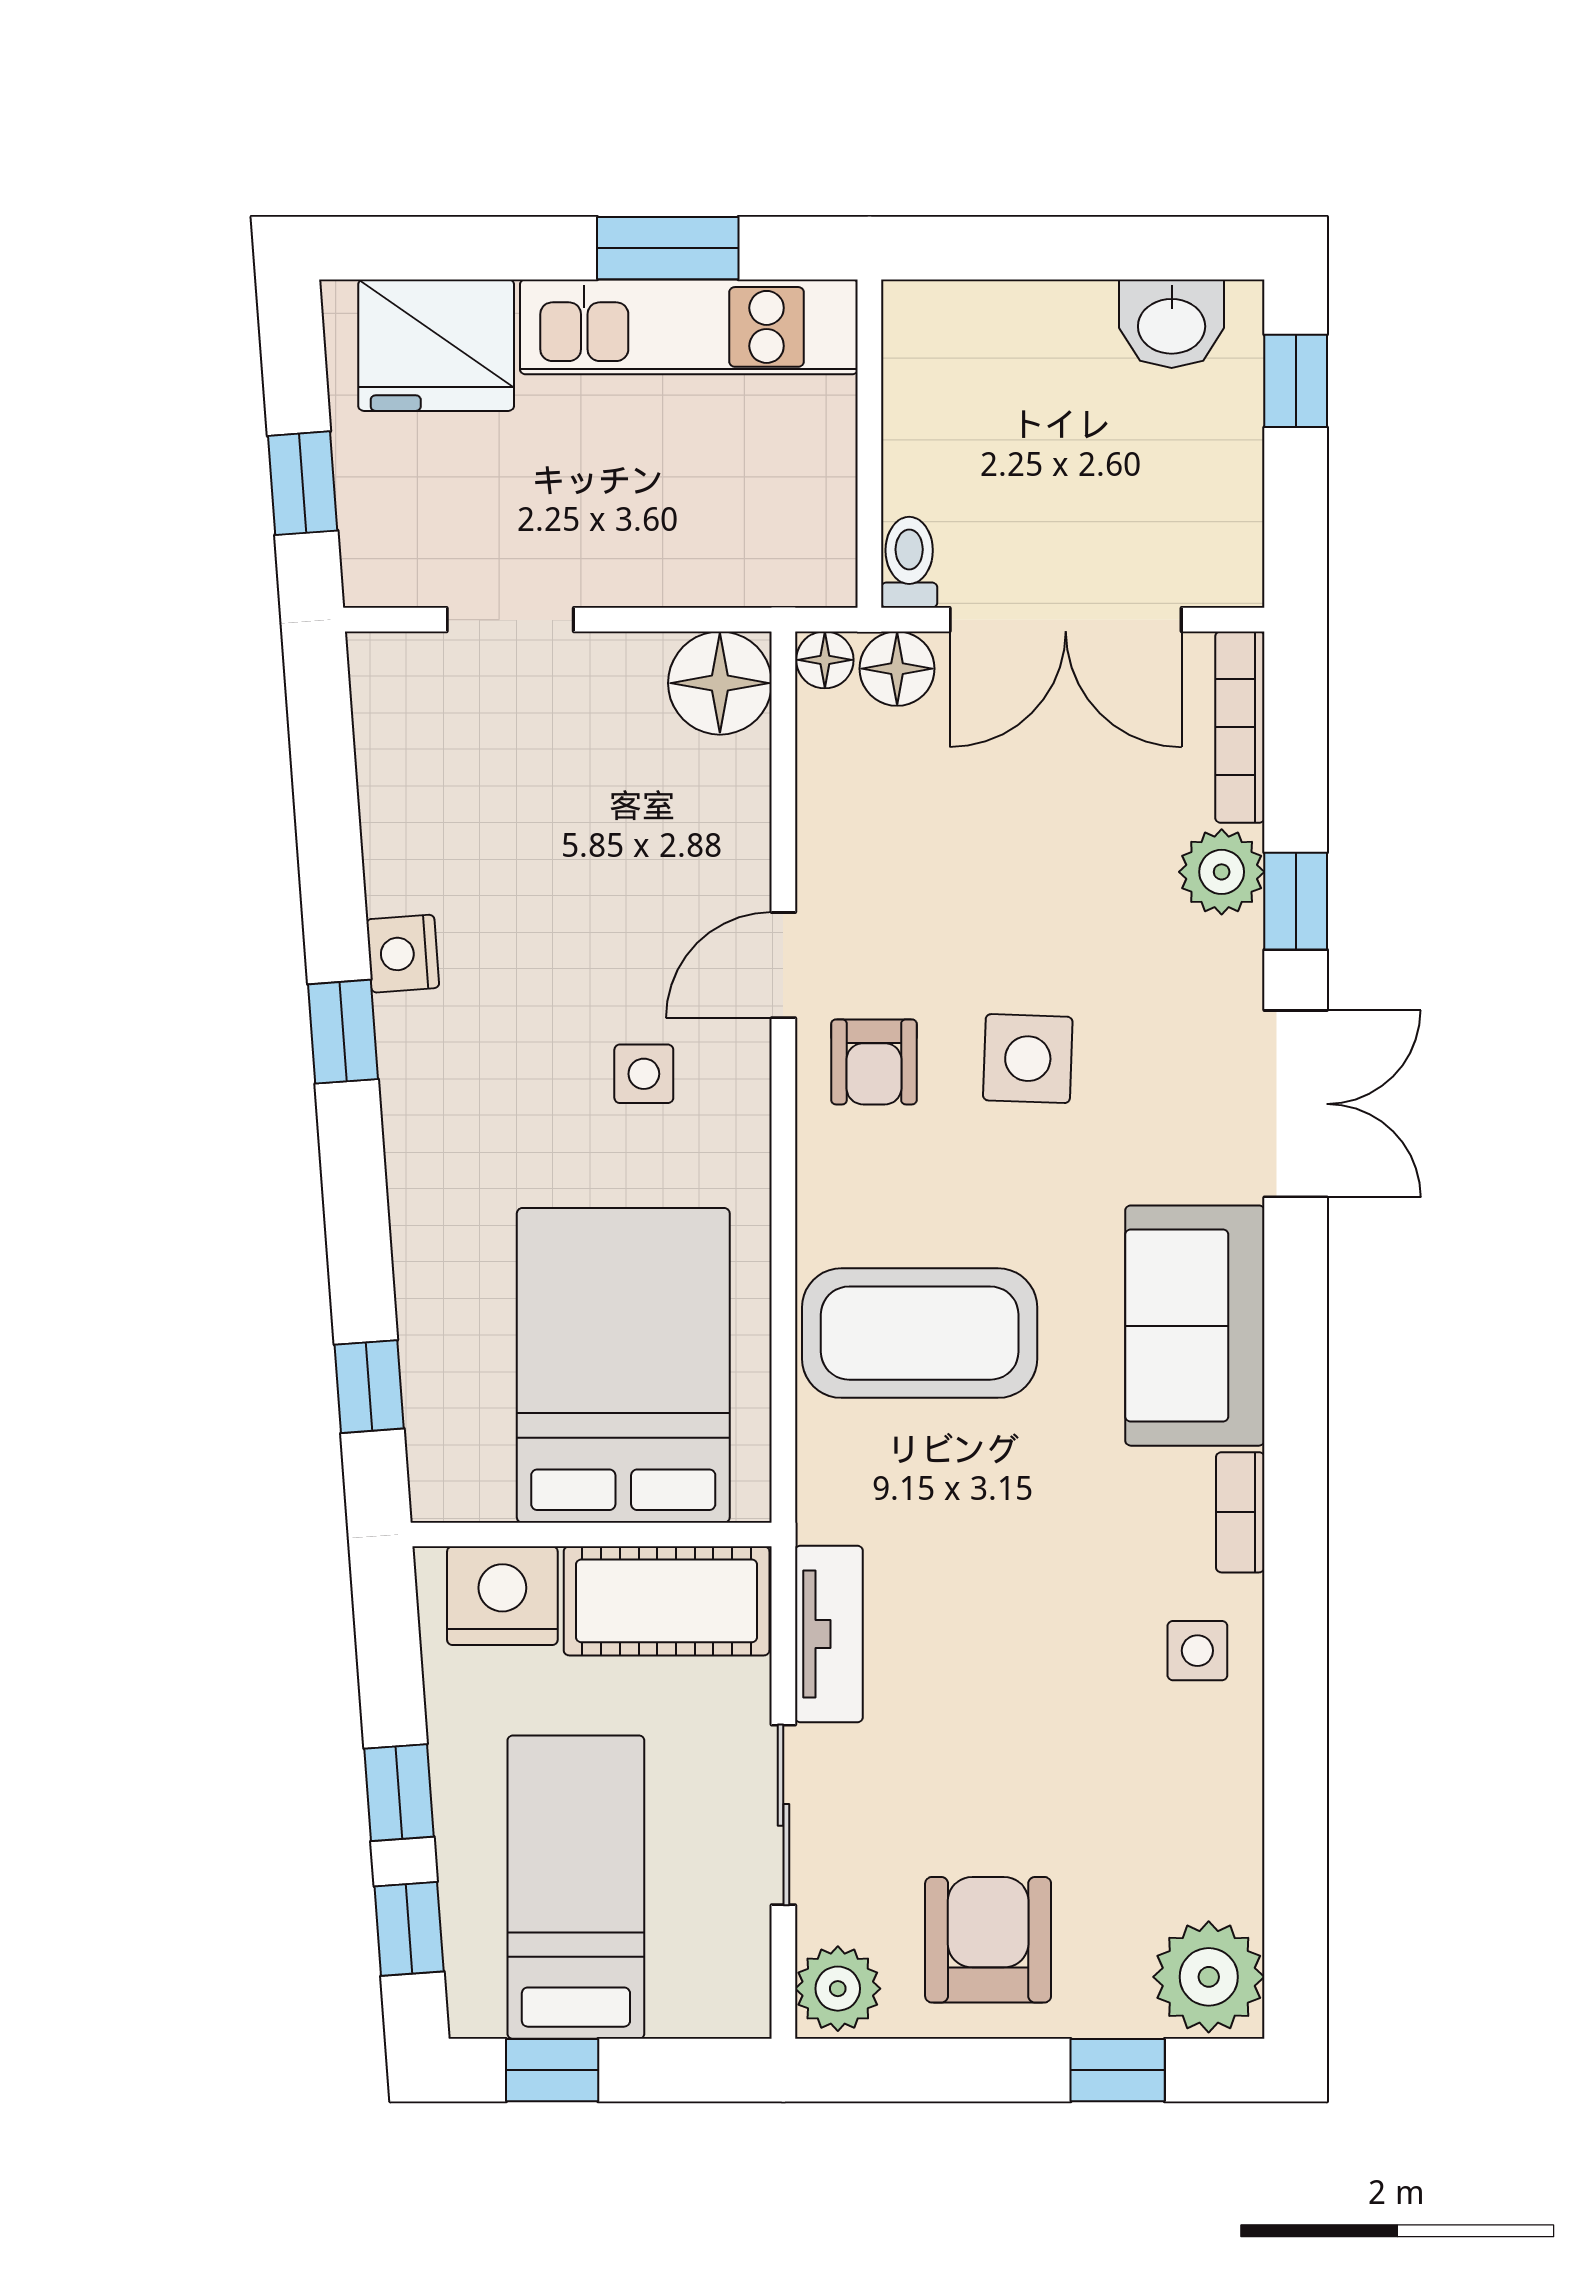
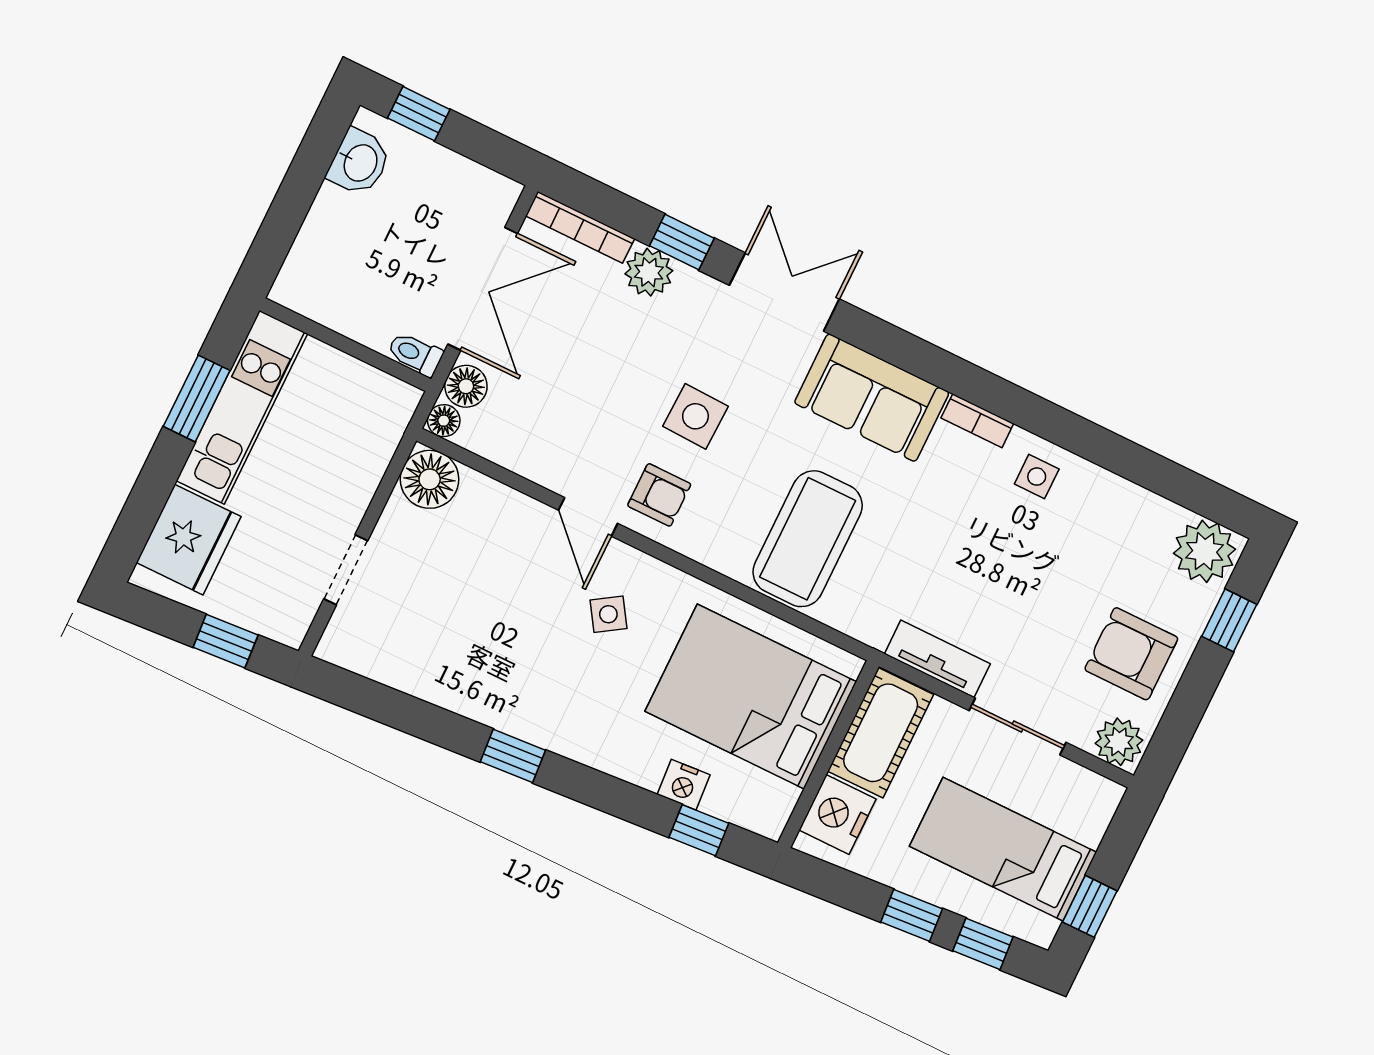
nightstand: (403, 954) -> (684, 785), moved
side table: (644, 1074) -> (608, 614), turned -33

